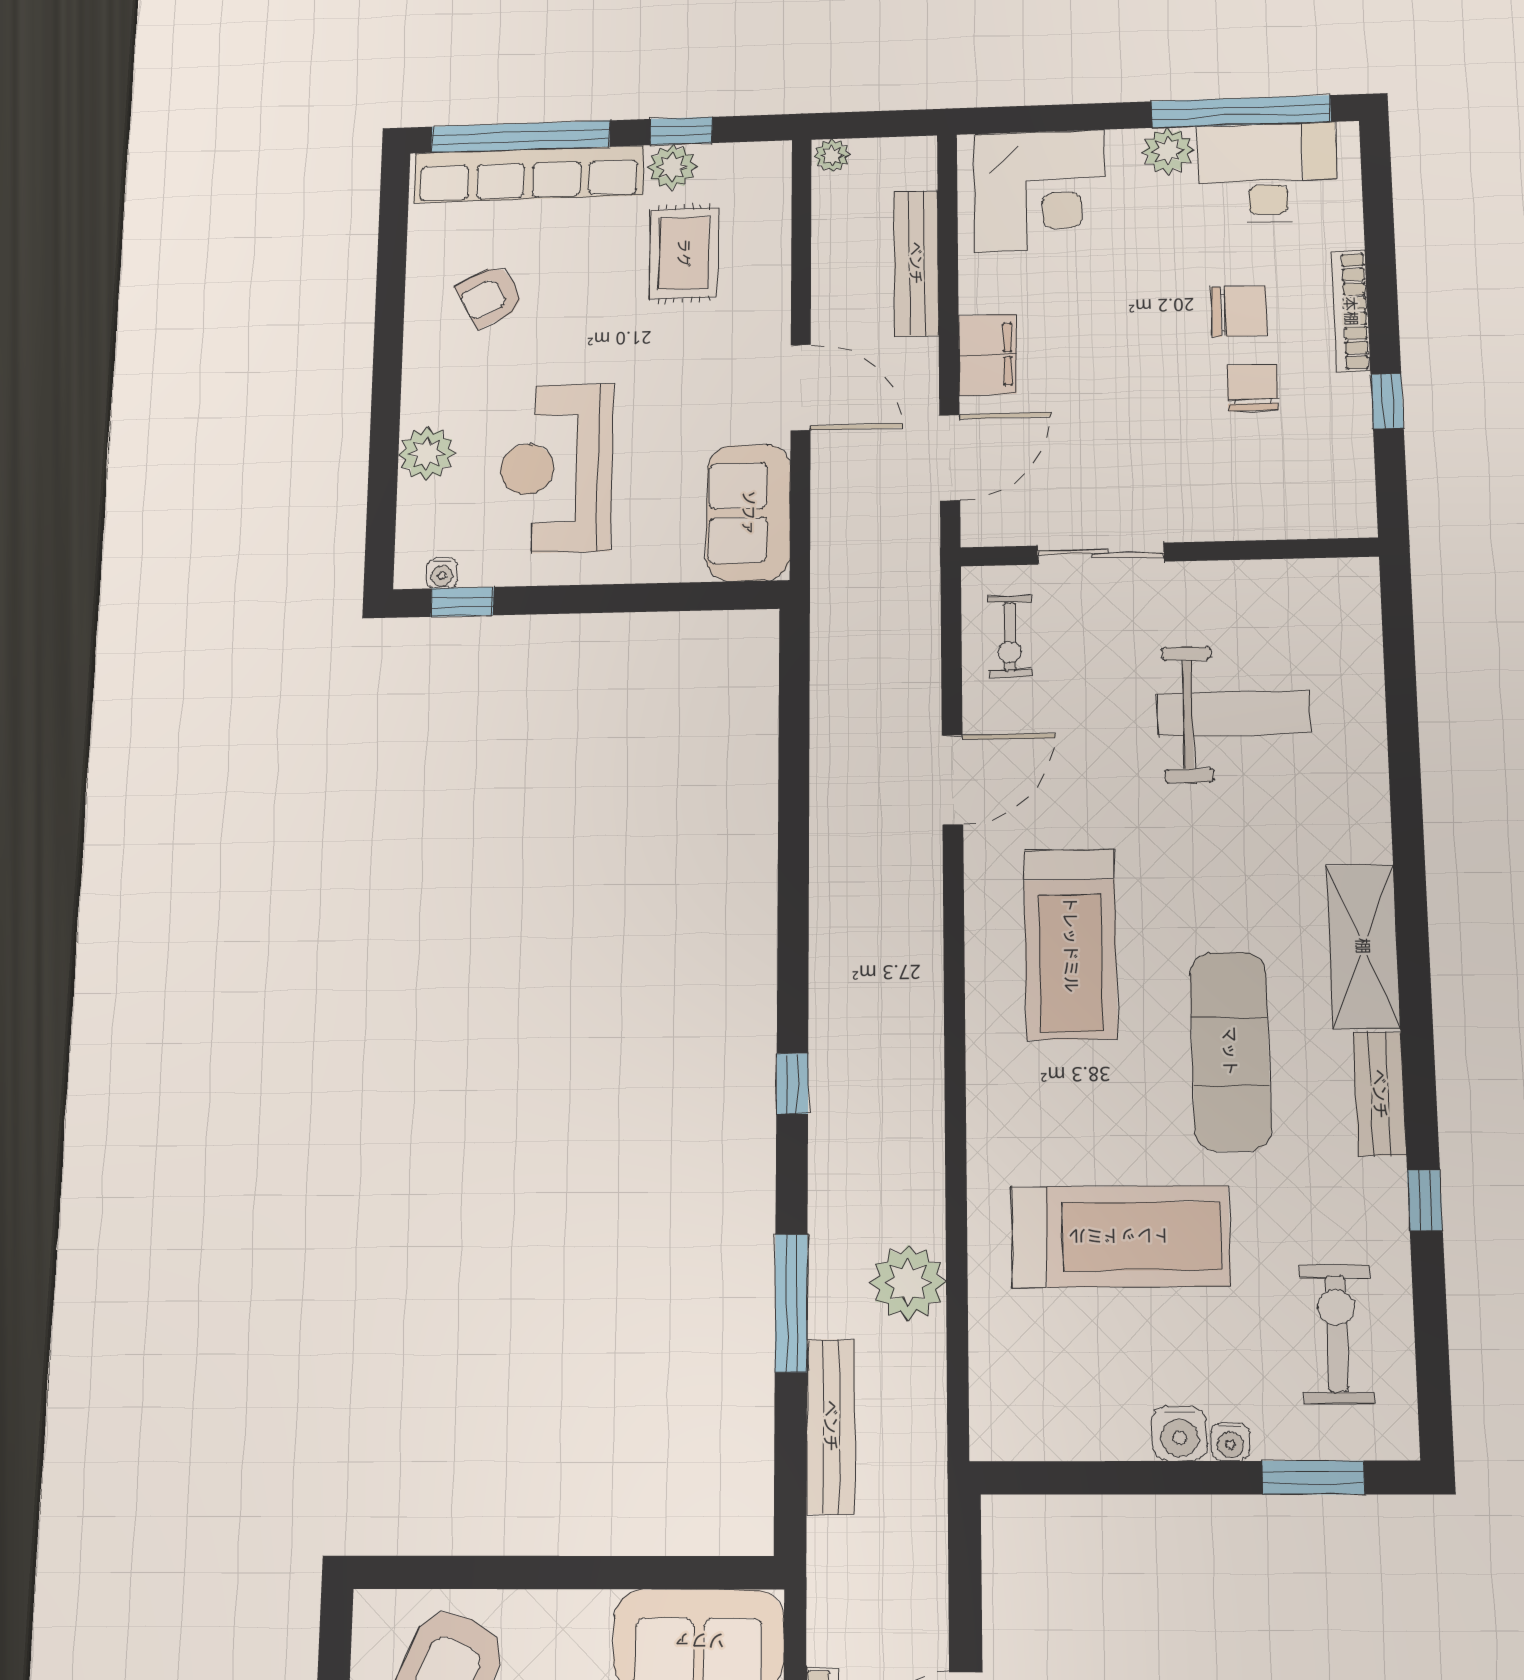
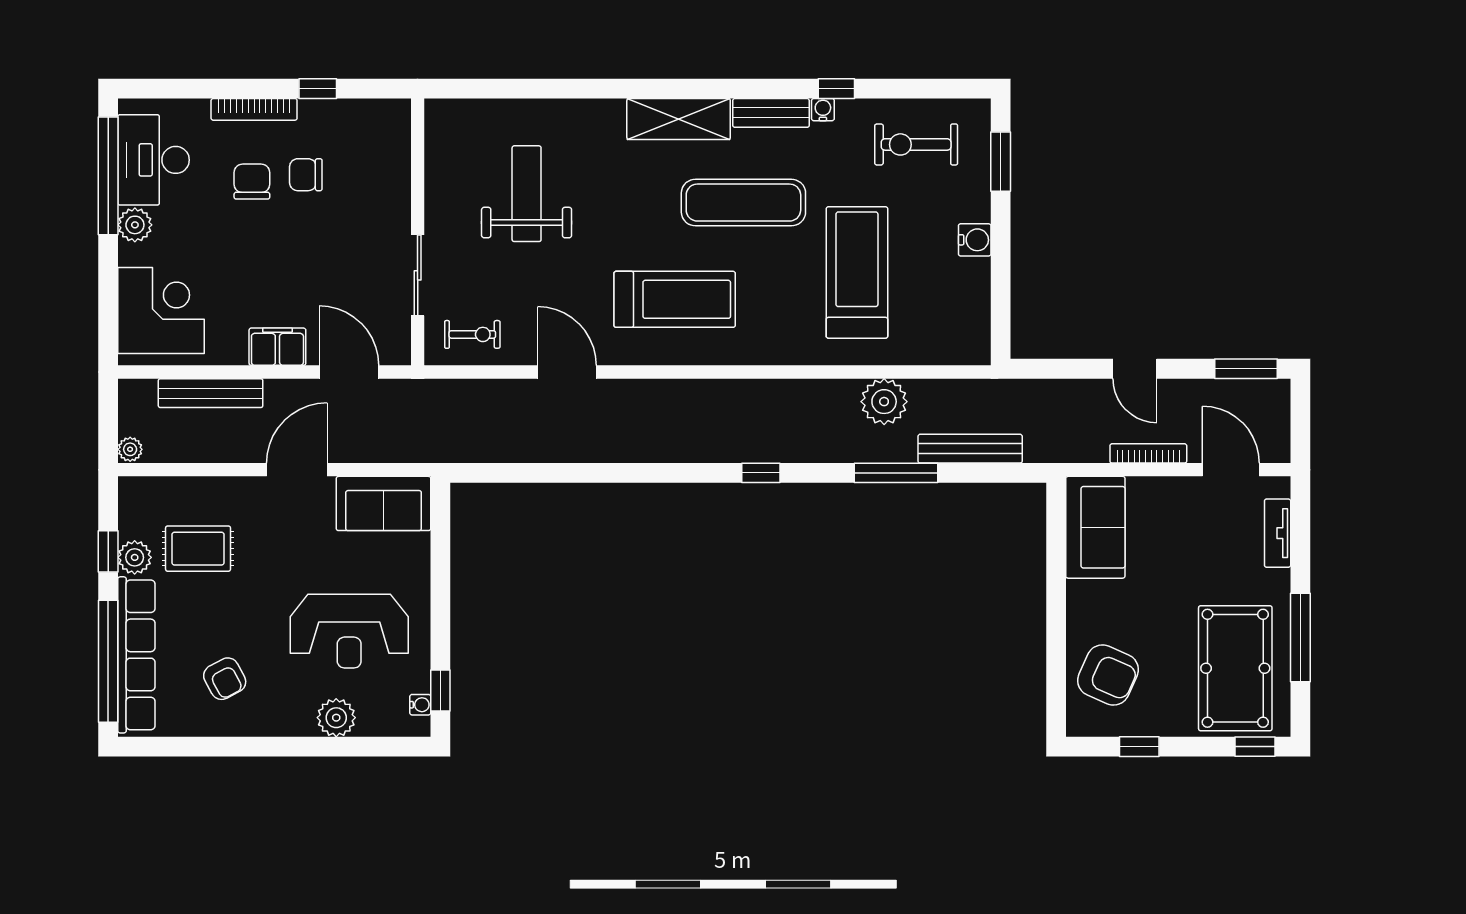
water cooler: (1230, 1442) -> (823, 110), moved, turned -90

